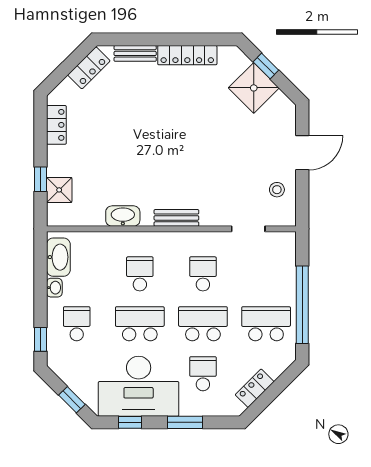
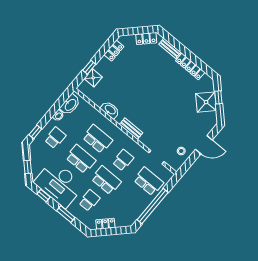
school desk: (140, 274) -> (97, 139), width x1.85
school desk: (266, 324) -> (148, 181), moved

